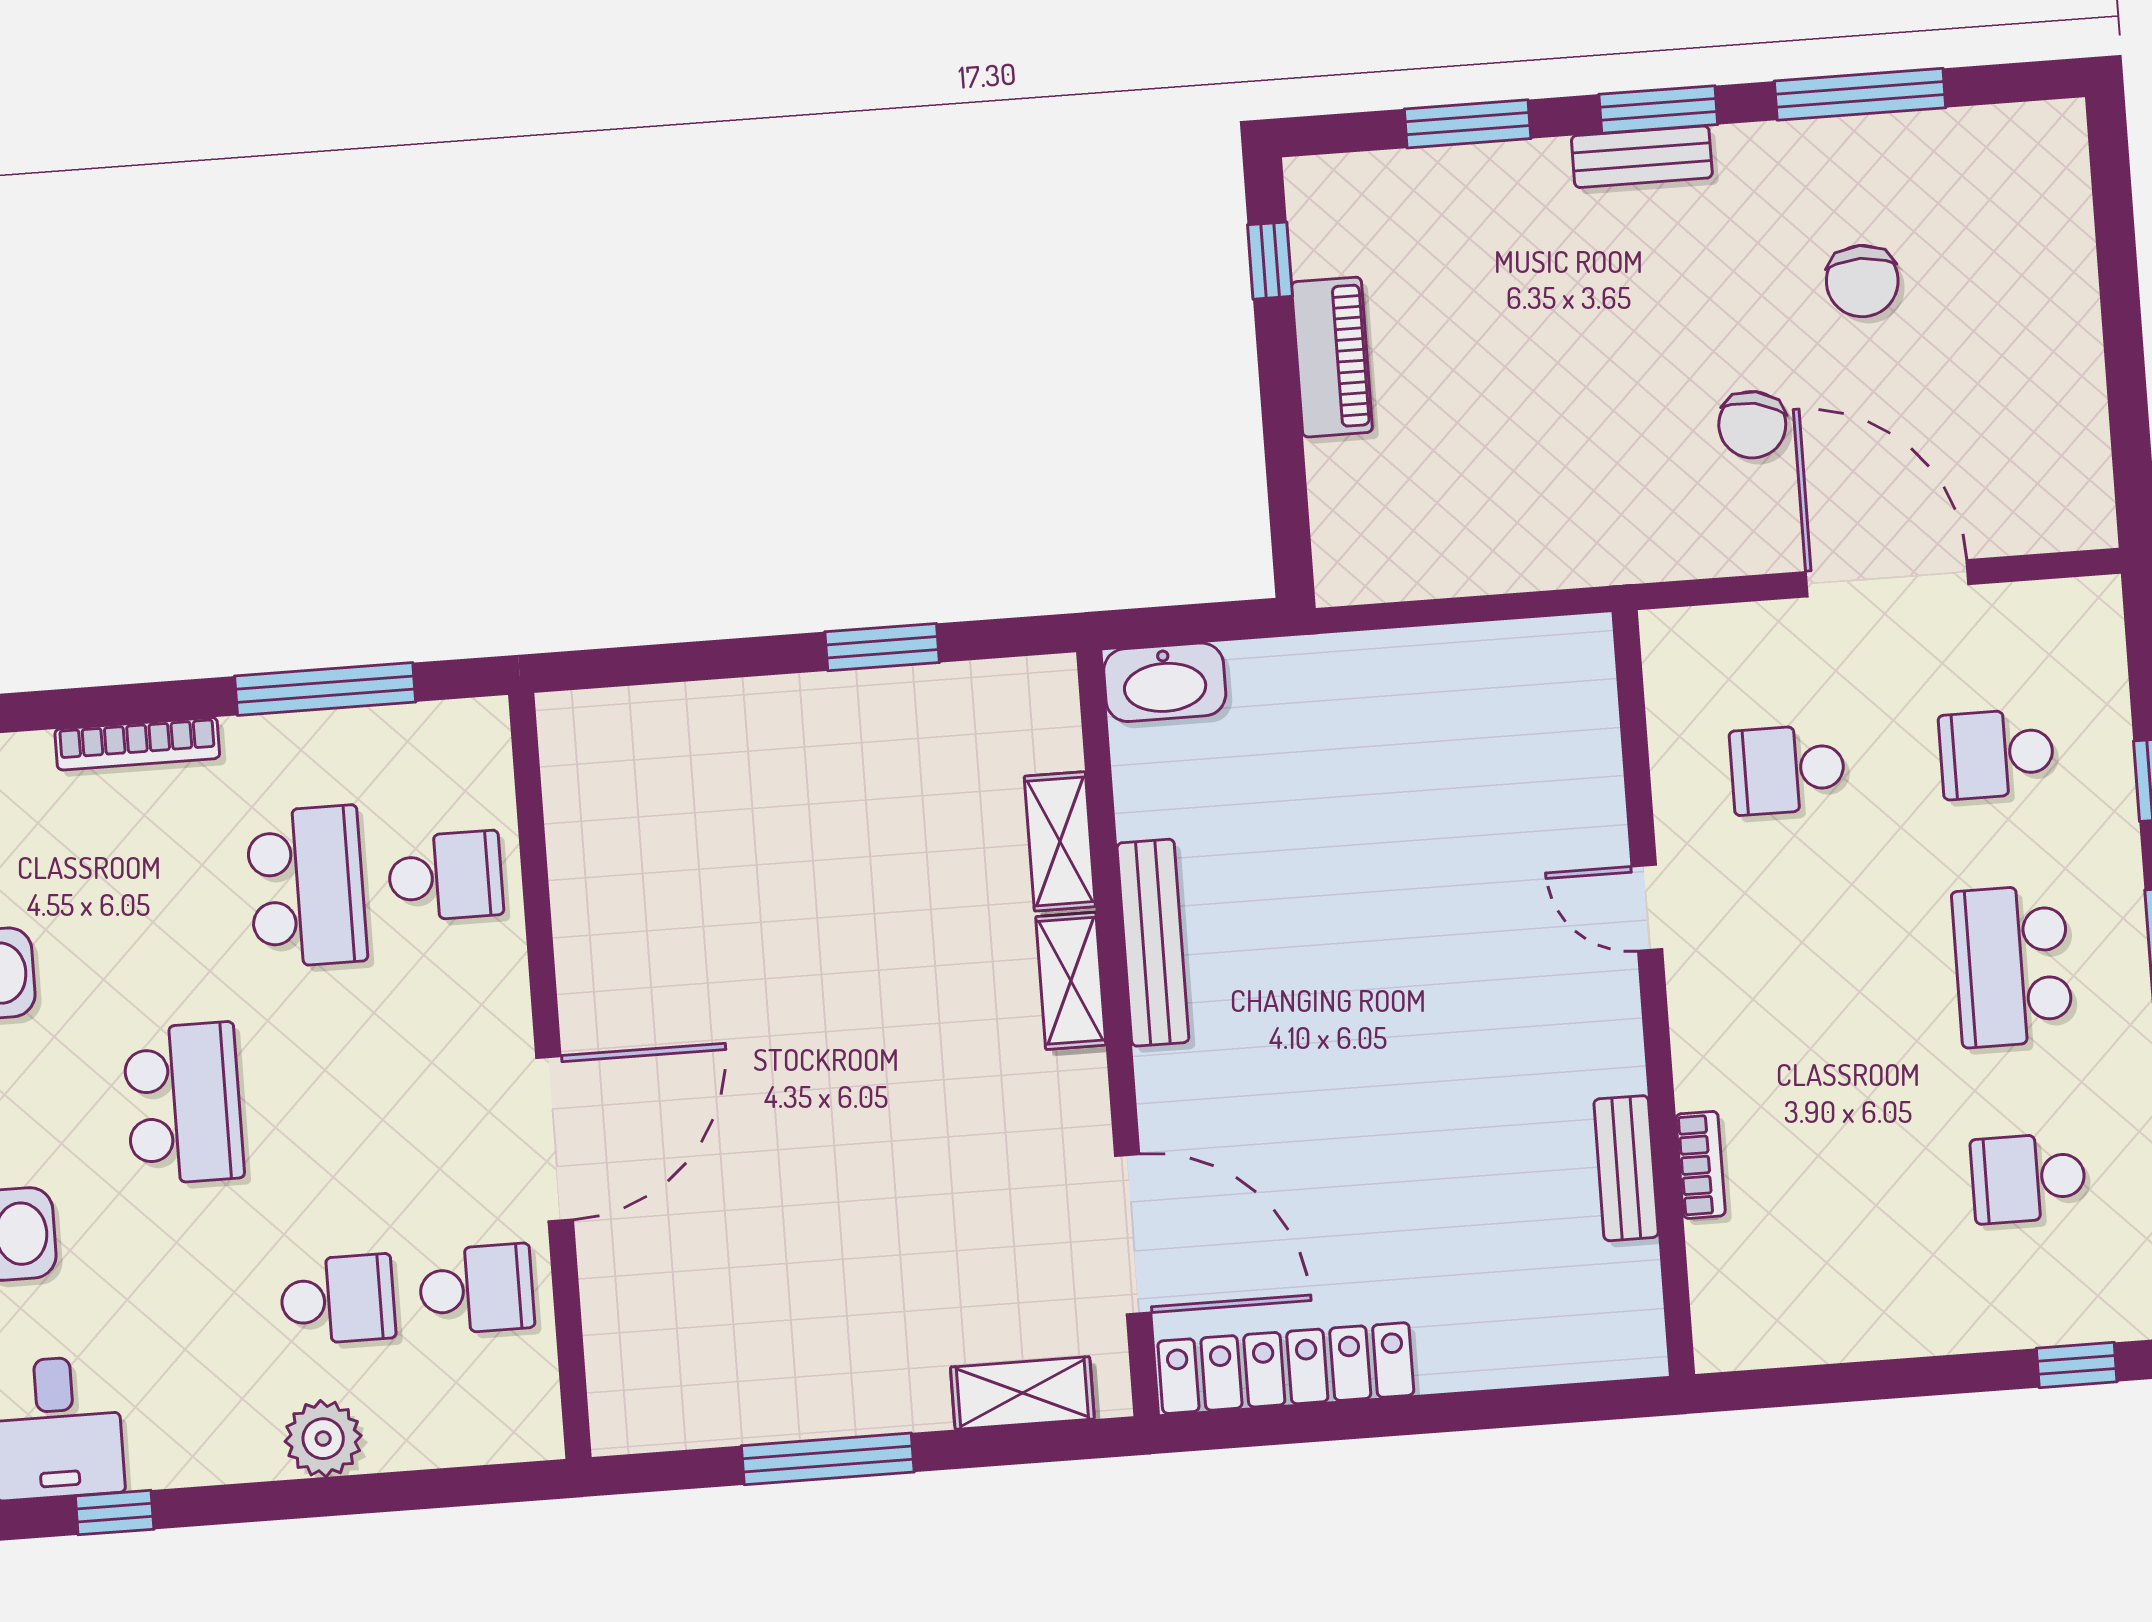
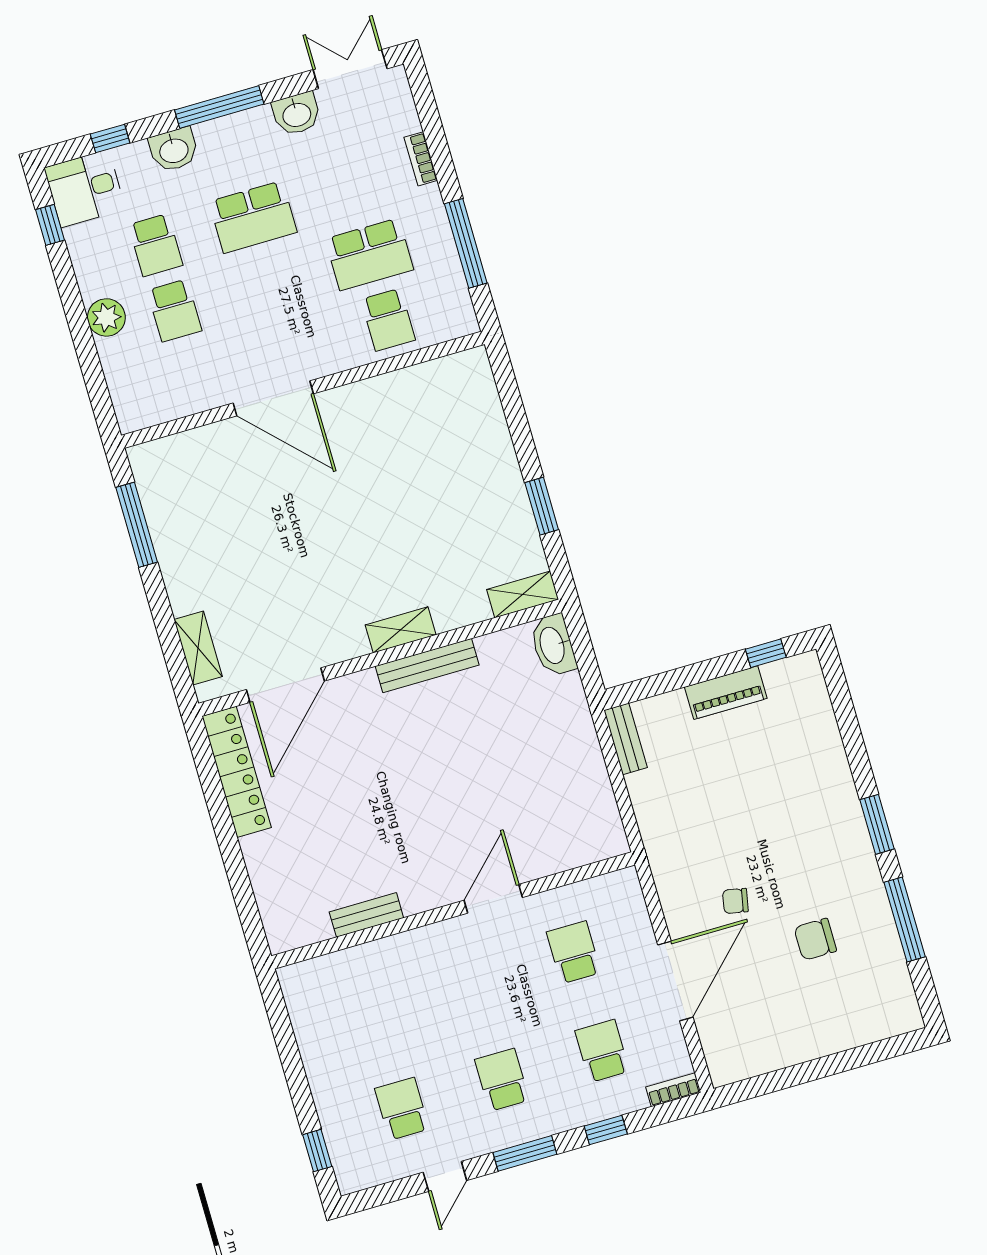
window: (1468, 124) -> (851, 734), removed
bench: (1642, 157) -> (626, 739), moved
chair: (1752, 425) -> (735, 901), width x0.73, depth x0.73
bookcase: (137, 744) -> (421, 159), width x0.64
shelving: (1060, 841) -> (523, 595), moved
door: (1647, 908) -> (493, 899), width x1.38
school desk: (2012, 966) -> (502, 1080), width x0.54
bookcase: (1701, 1165) -> (673, 1090), moved, turned 180
school desk: (476, 1289) -> (156, 245), moved
window: (828, 1459) -> (137, 525), moved

